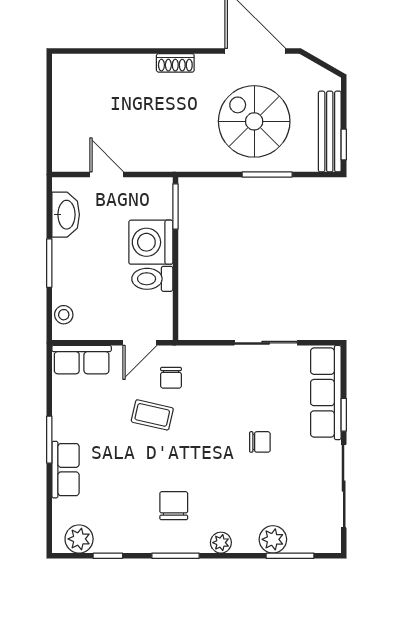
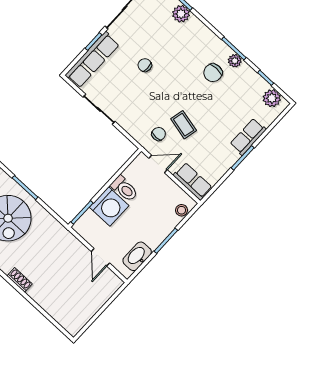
plant: (221, 543) -> (235, 61), moved

